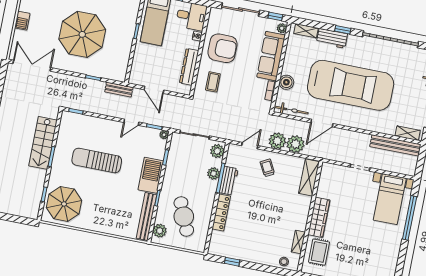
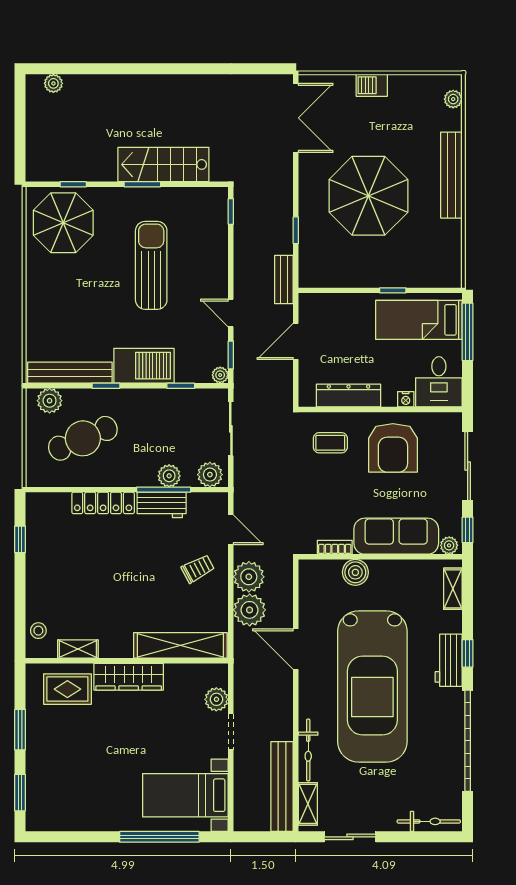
workbench: (332, 38) -> (449, 660), moved
bicycle: (291, 110) -> (308, 750), moved
plant: (341, 172) -> (216, 699), added
shelving: (309, 178) -> (180, 645), width x1.47

